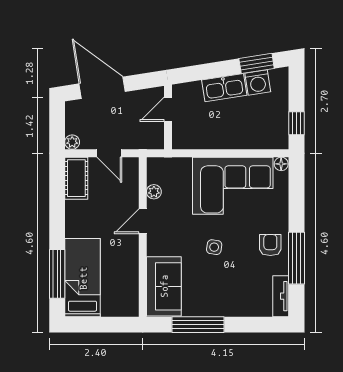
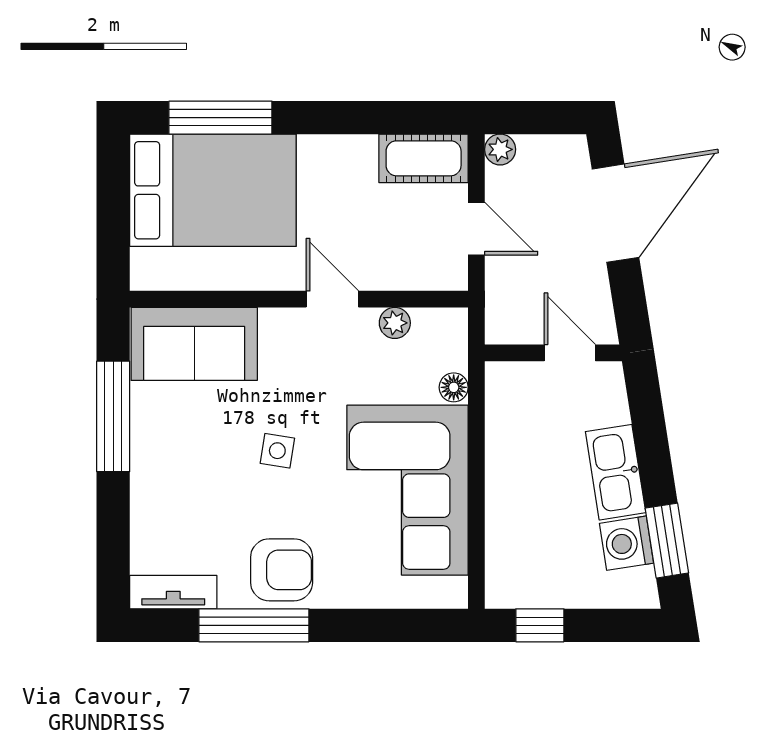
door: (109, 153) -> (476, 229), swing flipped
floor lamp: (281, 164) -> (454, 387), moved
armchair: (270, 245) -> (282, 570), width x1.38, depth x1.38
bed: (83, 278) -> (213, 190), width x1.50

